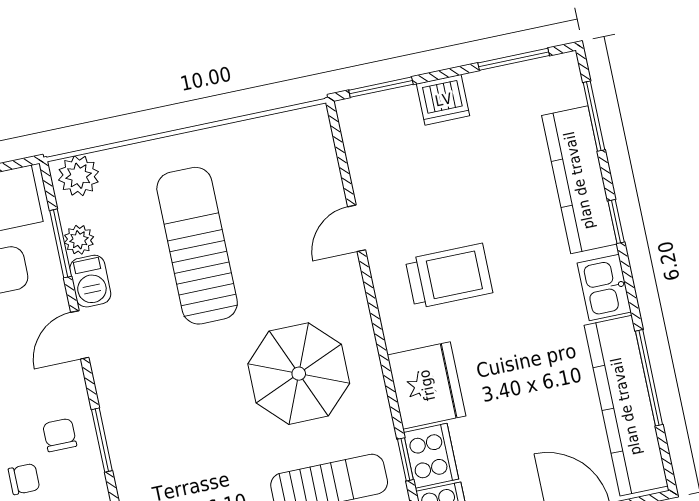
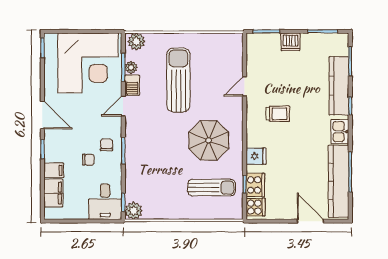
trolley: (449, 276) -> (278, 114), width x0.73, depth x0.72
fridge: (427, 385) -> (256, 156), width x0.53, depth x0.75

